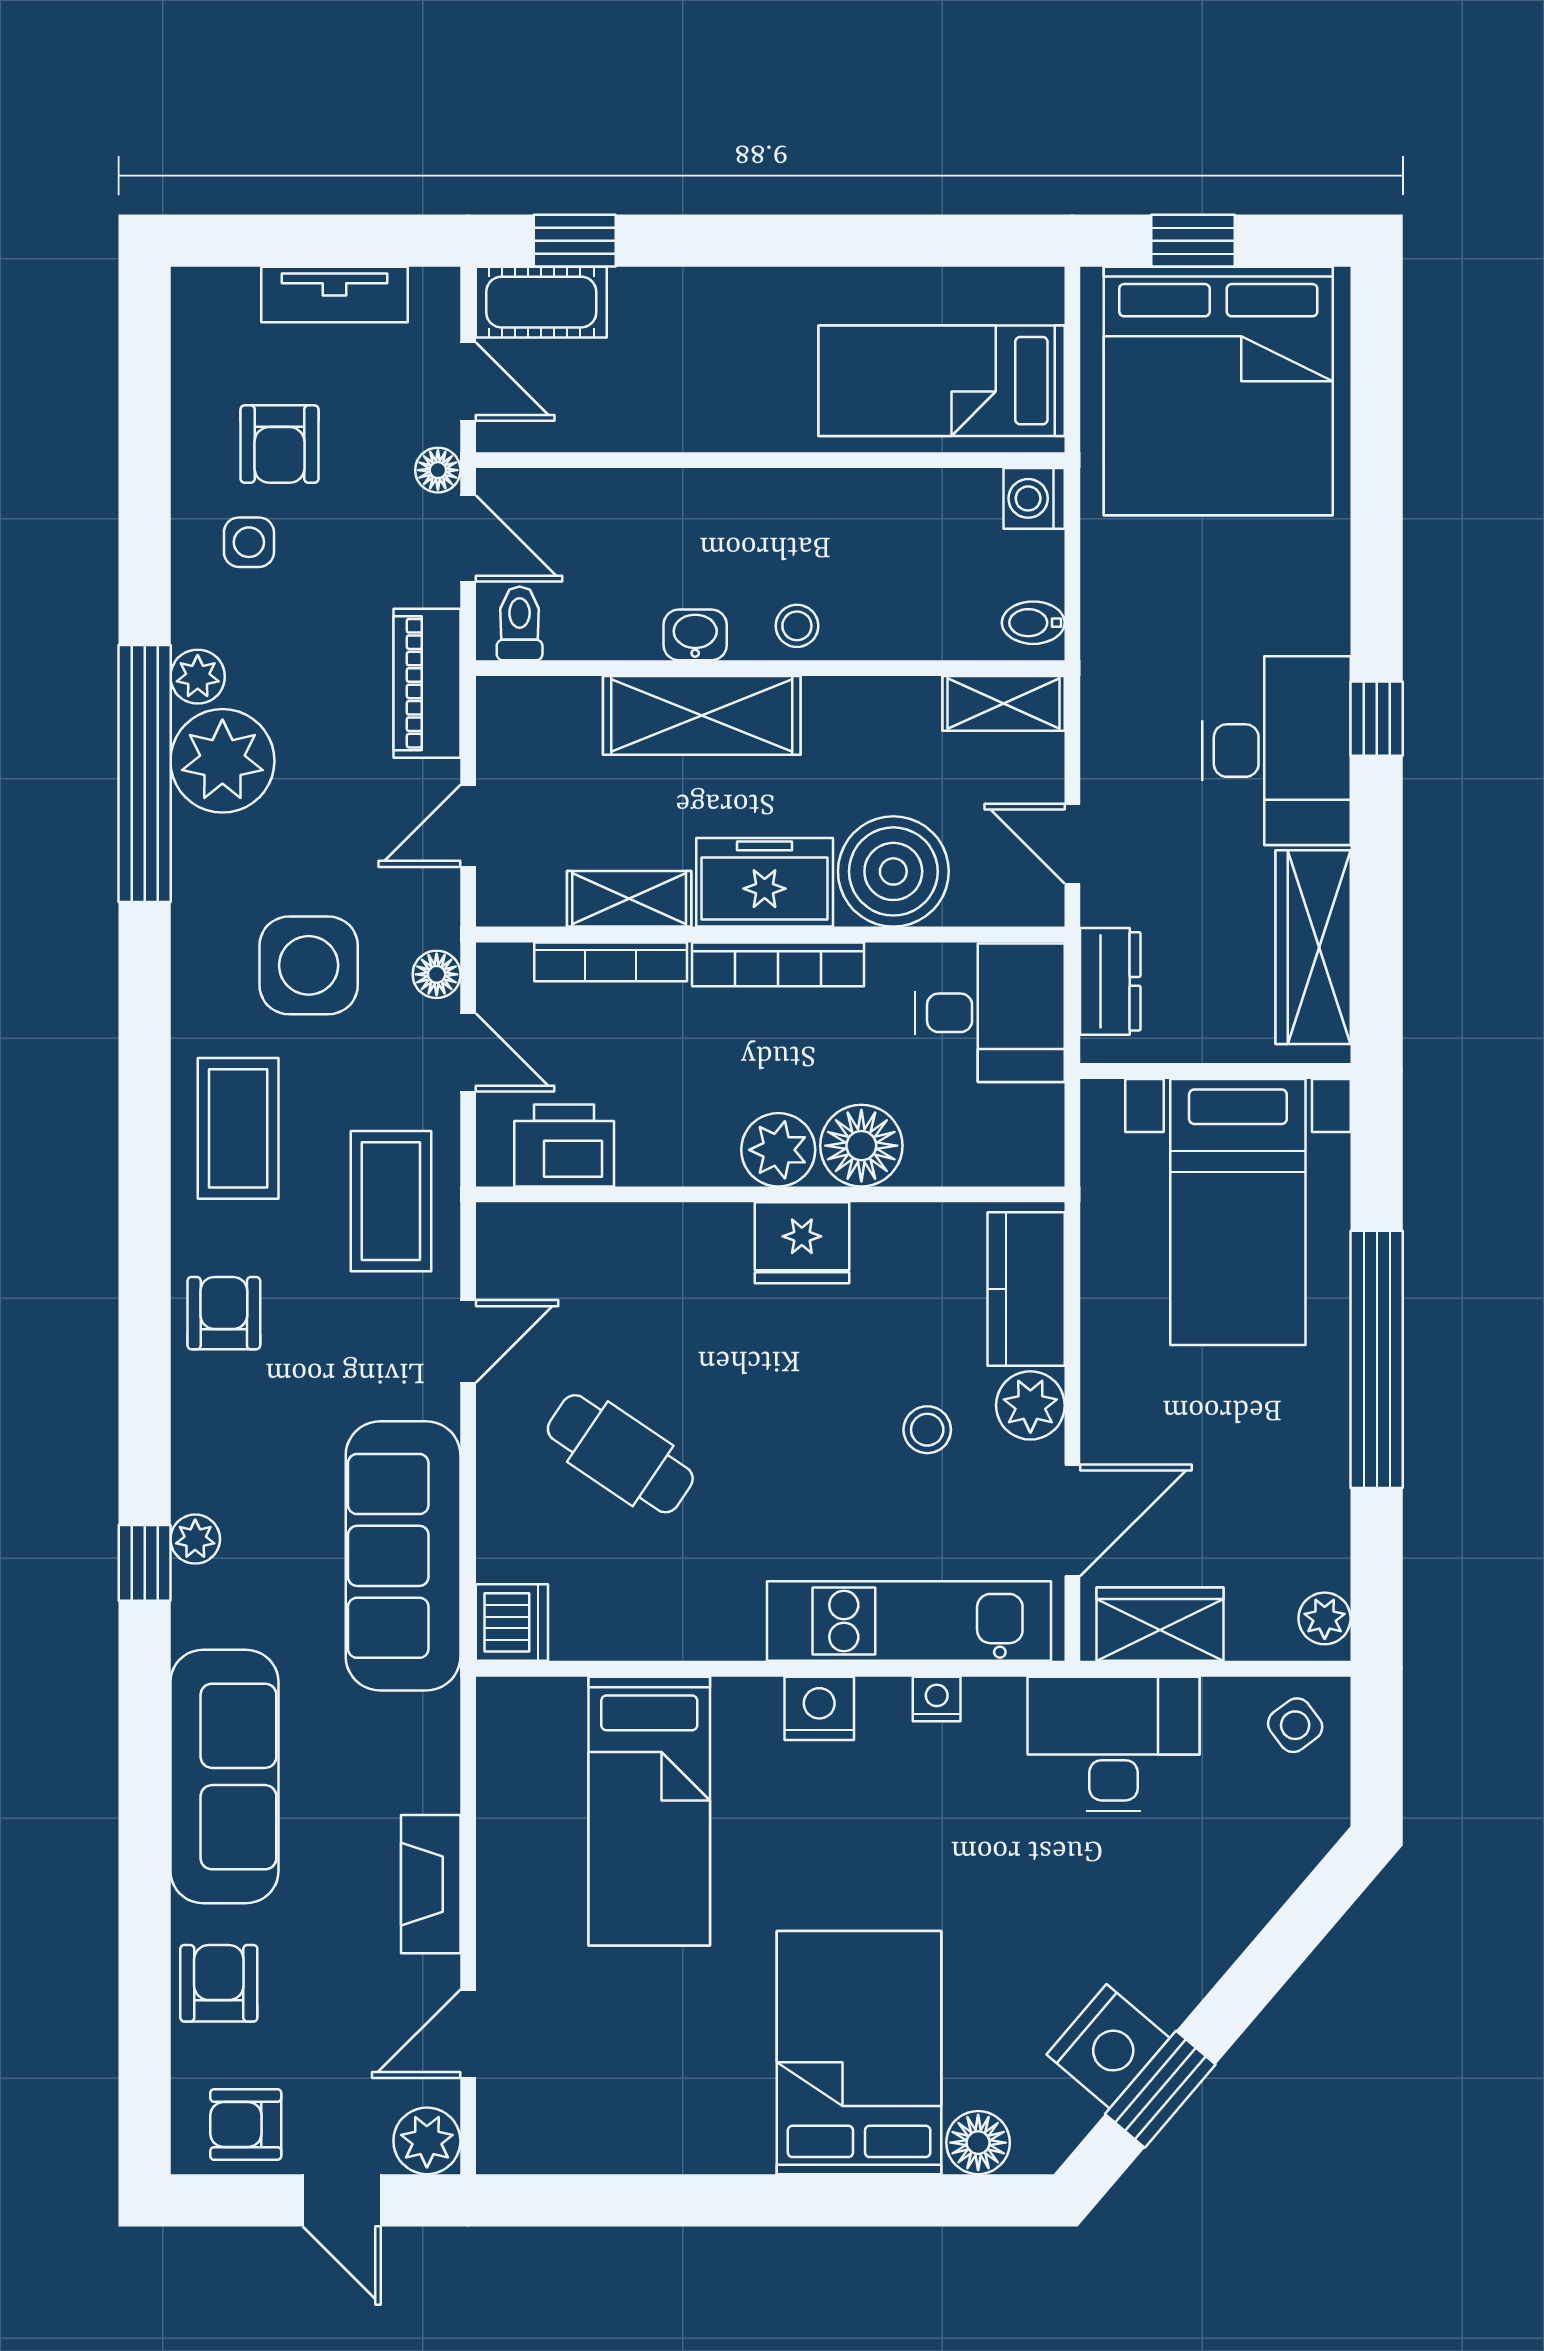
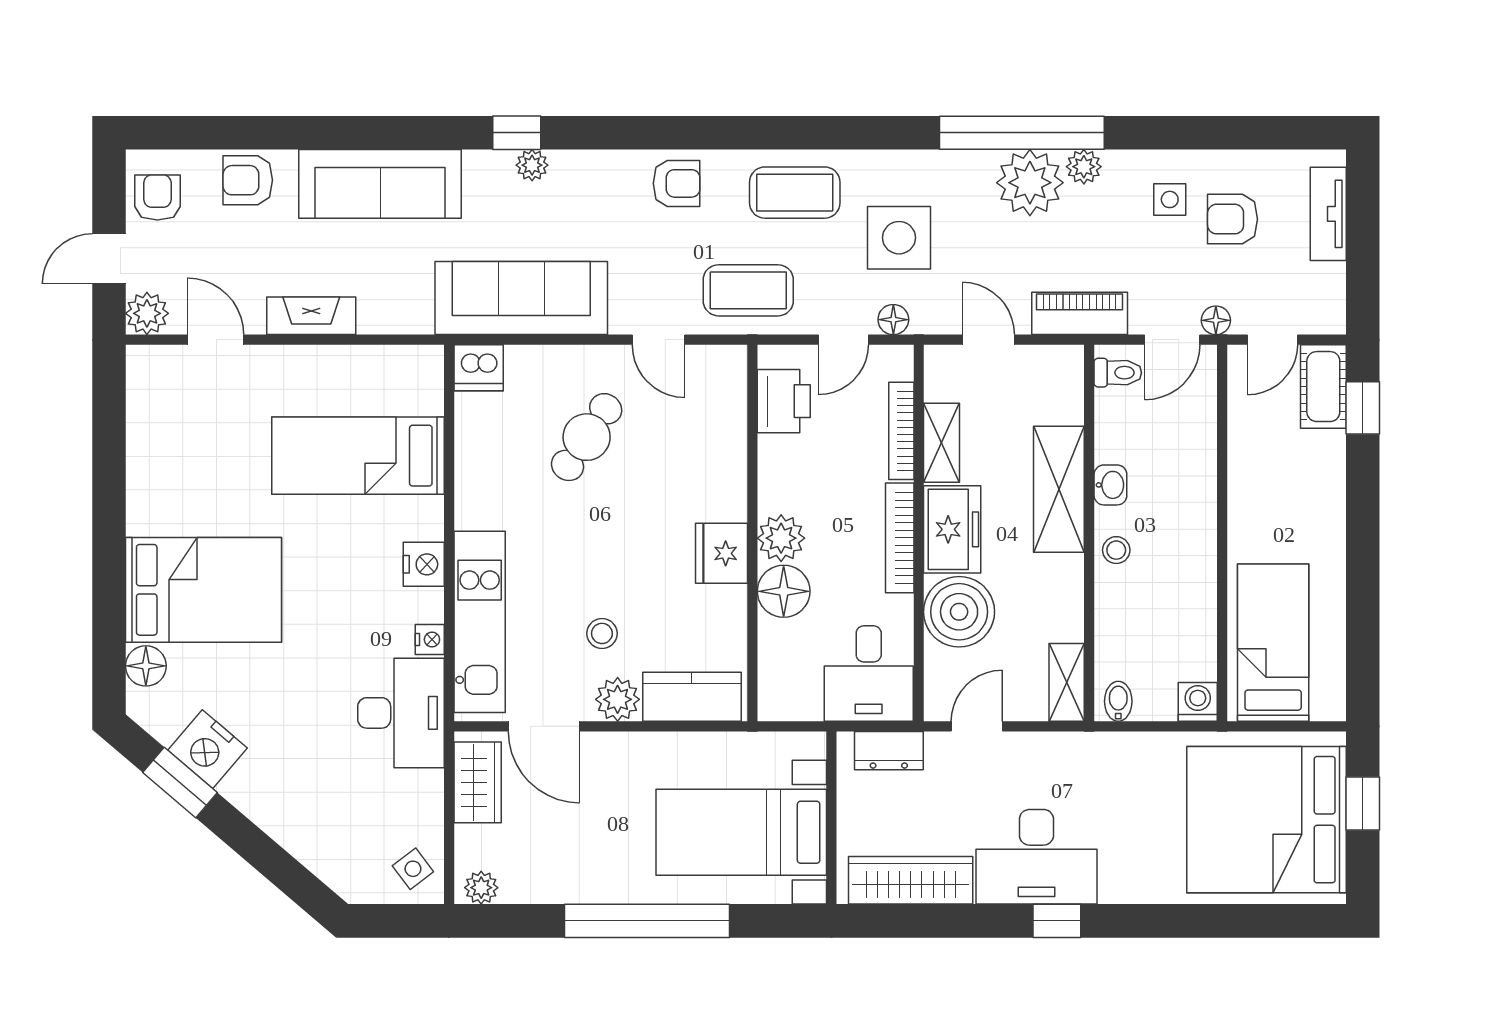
tv unit: (335, 294) -> (1328, 214), moved
desk: (1113, 1744) -> (401, 713), moved
armchair: (219, 1983) -> (248, 180), turned 180

